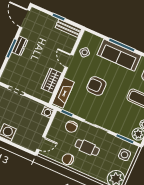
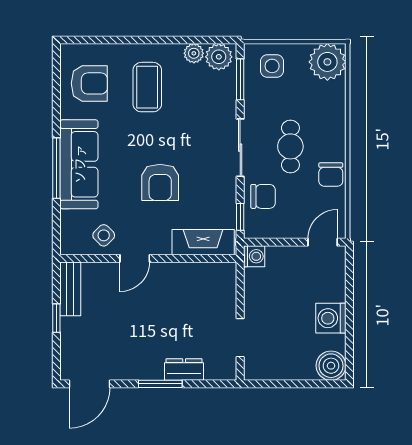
dresser: (20, 46) -> (184, 370), moved
wardrobe: (52, 81) -> (189, 276), removed
door: (41, 143) -> (323, 242), hinge flipped

